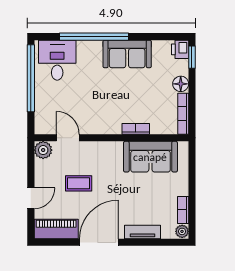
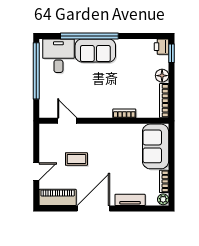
sofa: (127, 54) -> (95, 51), moved
plant: (43, 150) -> (47, 131), removed
sofa: (150, 157) -> (156, 146), moved, turned 90

